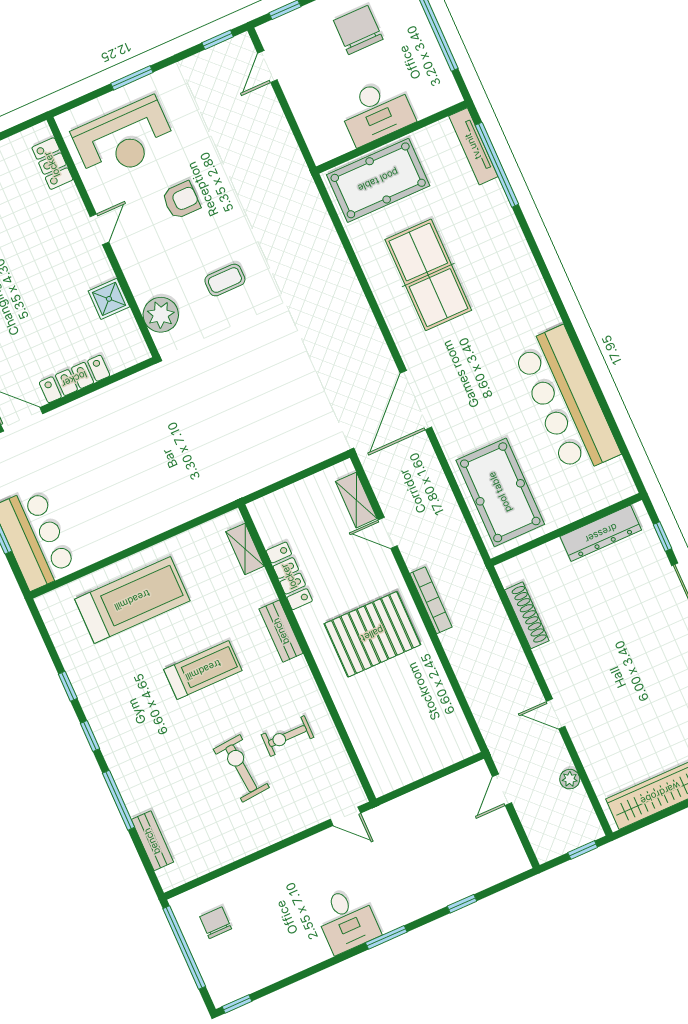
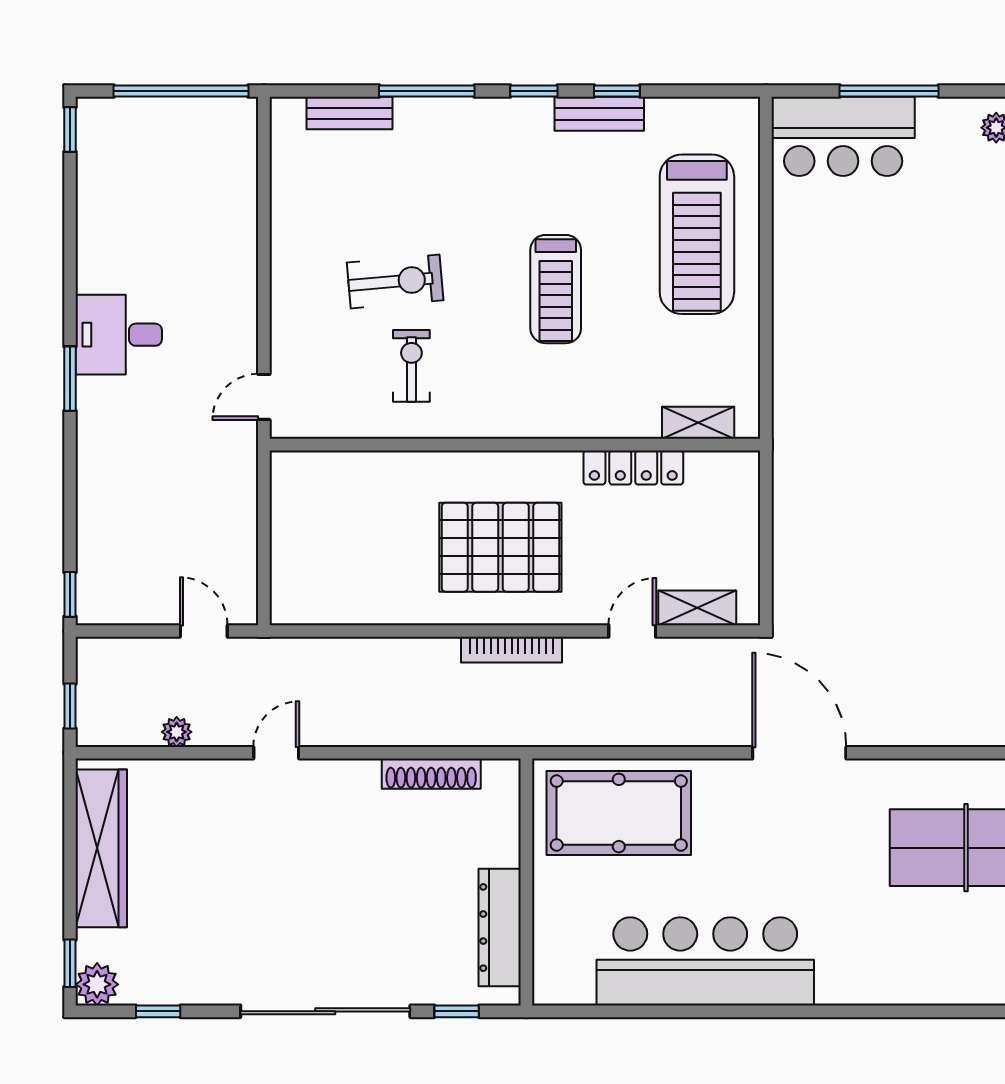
bench: (281, 631) -> (599, 114), moved
pallet: (372, 634) -> (500, 547), turned 90
window: (462, 904) -> (70, 594), moved
chair: (216, 923) -> (196, 150), removed

